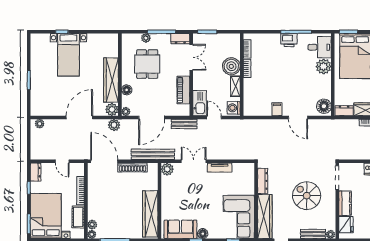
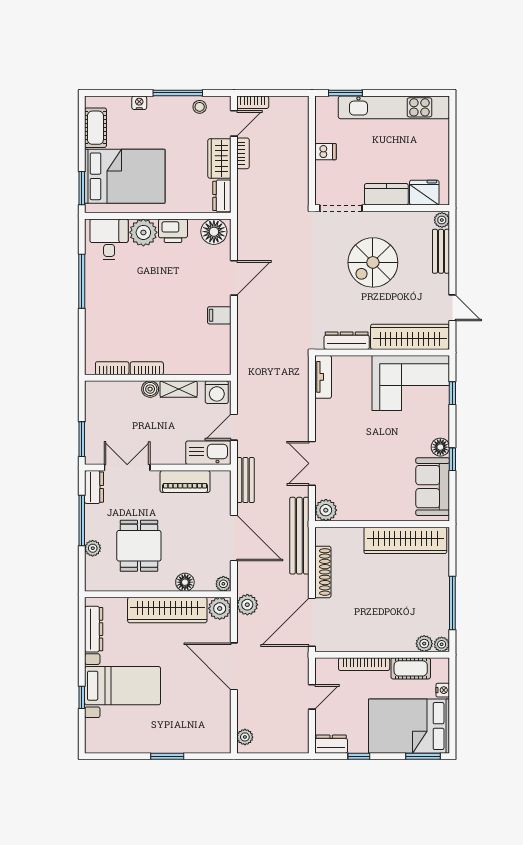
dresser: (100, 39) -> (94, 629), added
printer: (289, 40) -> (173, 231), moved, turned 90
dining table: (147, 64) -> (139, 546), turned 90
boiler: (231, 66) -> (150, 389), width x0.54, depth x0.54
tv unit: (220, 168) -> (323, 377), moved

